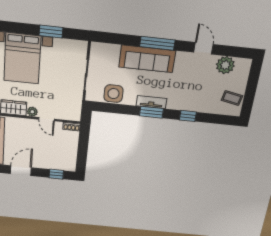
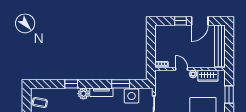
plant: (174, 103) -> (83, 94), added
window: (151, 112) -> (121, 84), moved
window: (56, 174) -> (180, 21), moved

